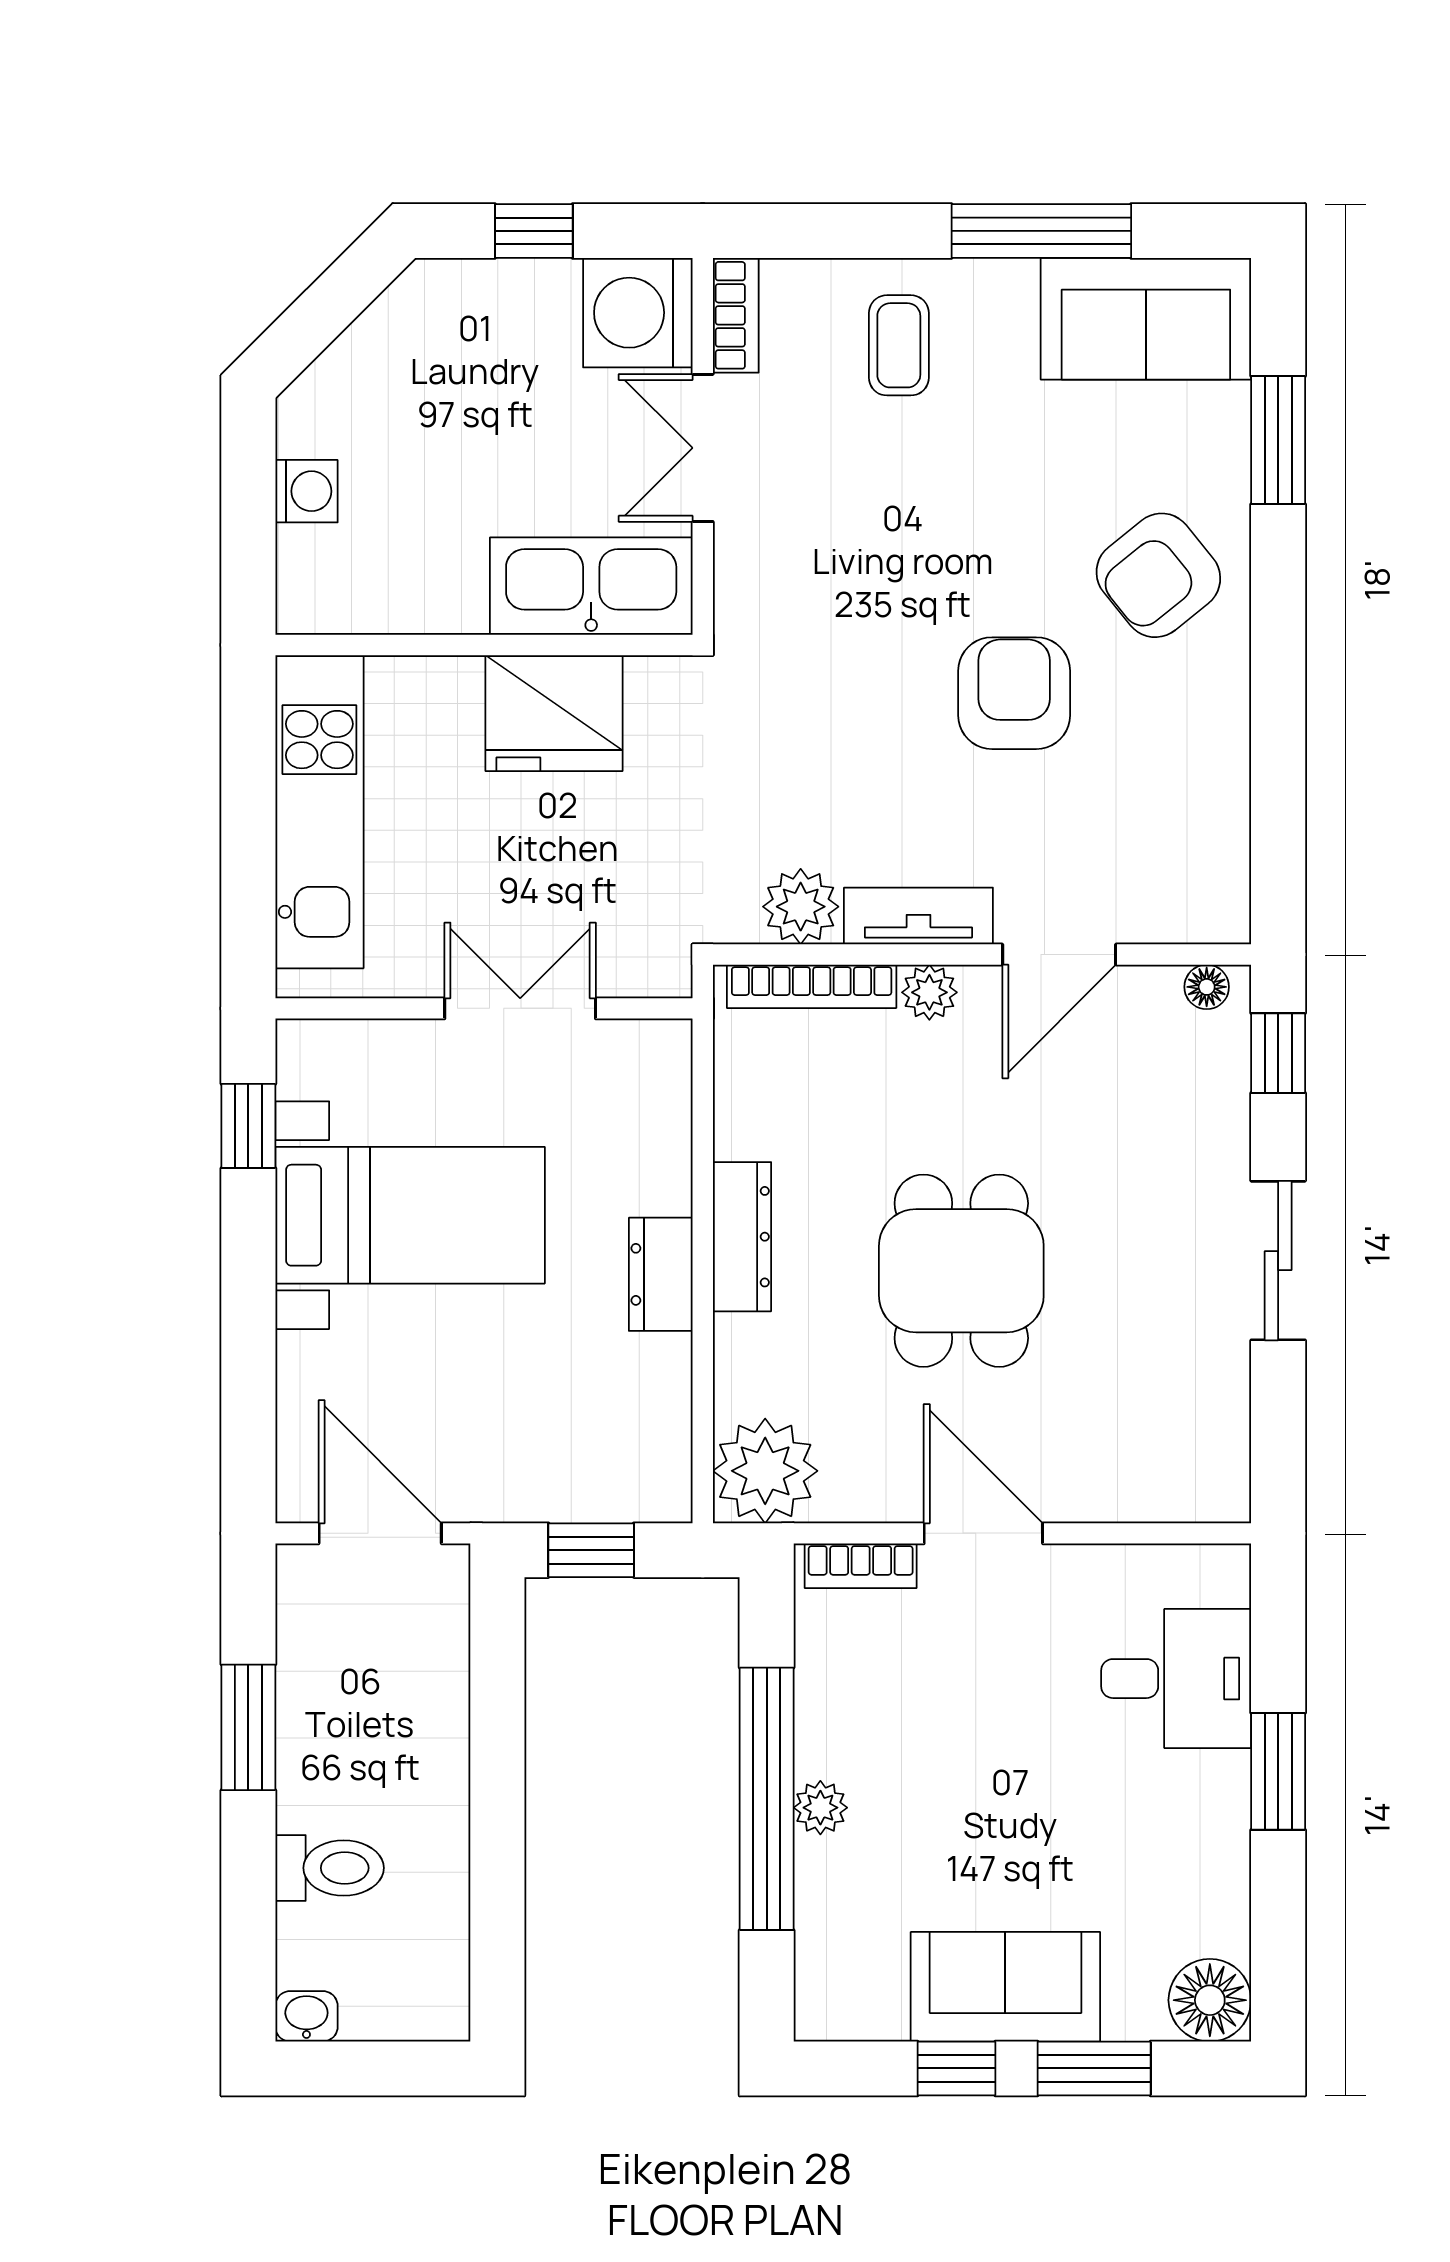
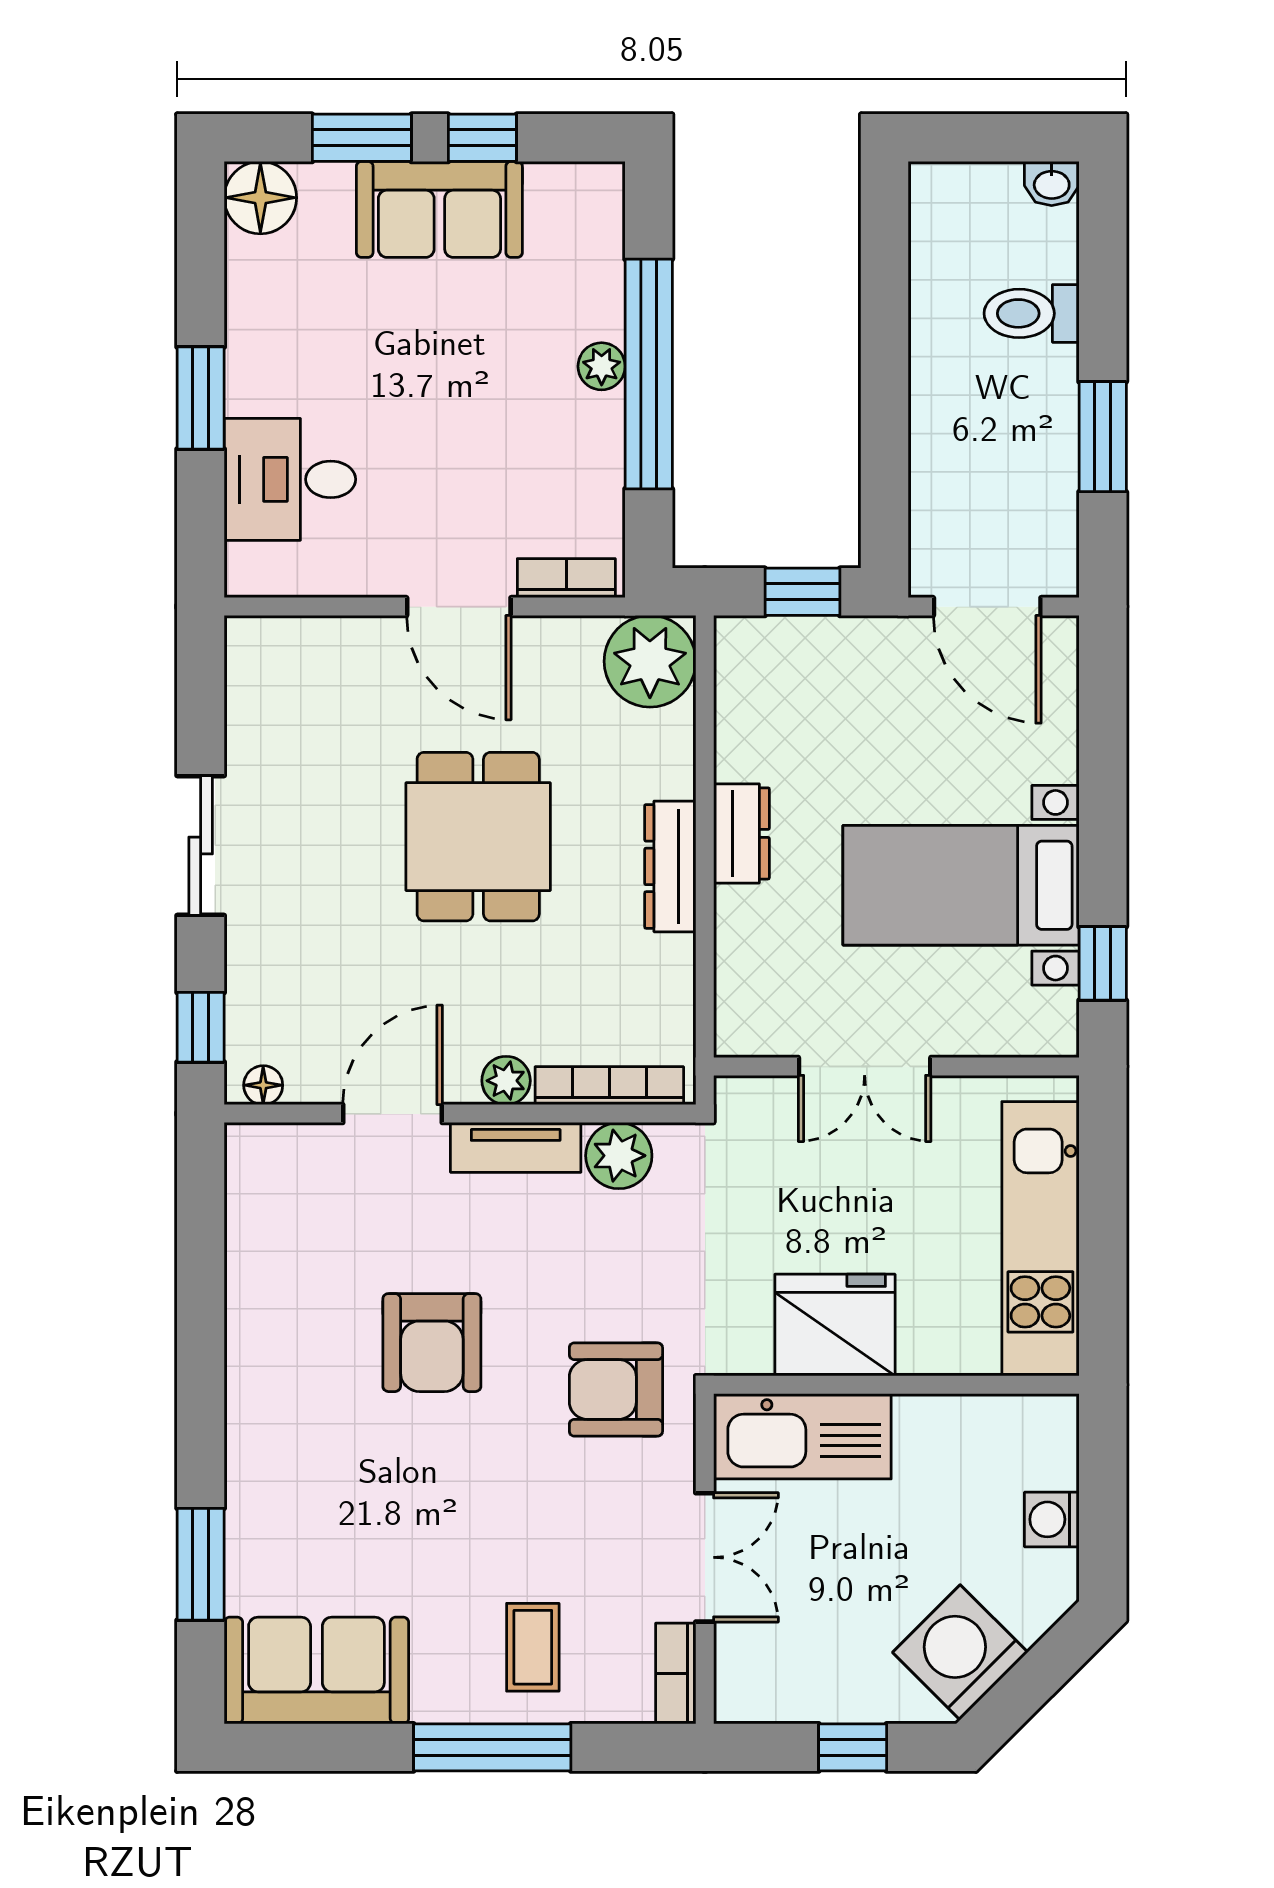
window: (1041, 231) -> (492, 1747), moved
washing machine: (638, 313) -> (960, 1652), moved, turned -135
armchair: (1158, 575) -> (616, 1389), moved, turned -141

